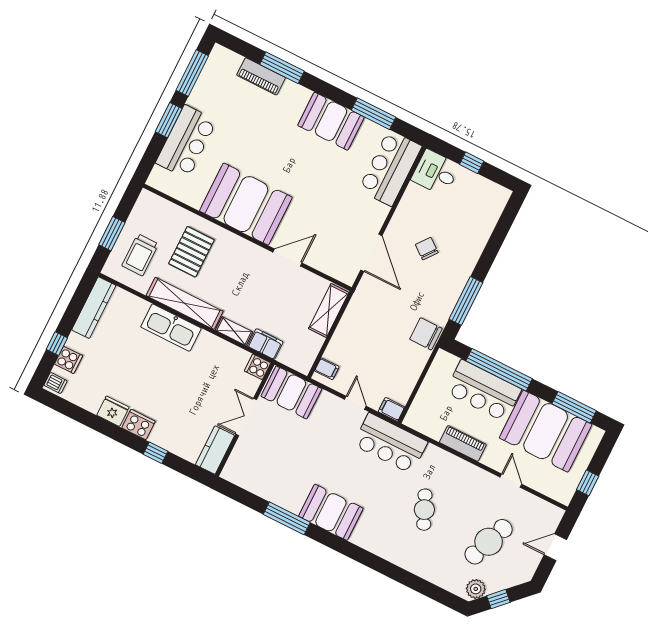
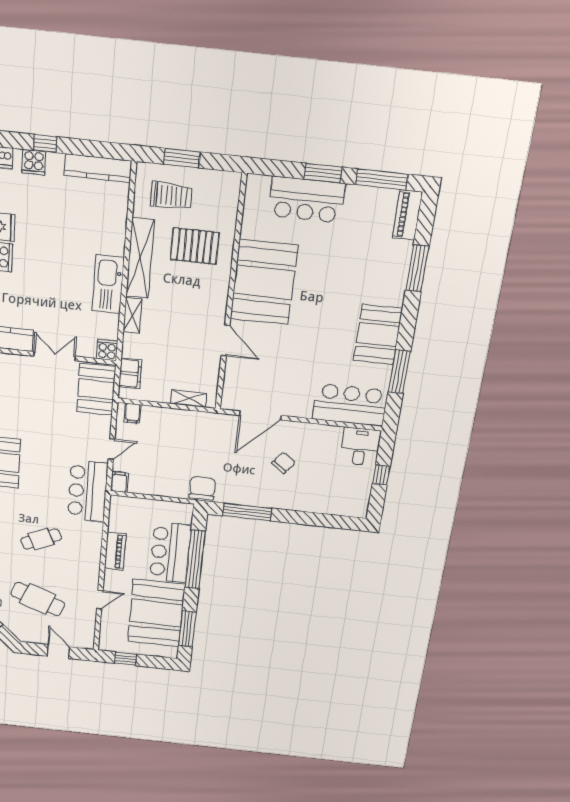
piano: (261, 76) -> (407, 215), moved
trolley: (140, 255) -> (171, 196), turned 180
shelving: (329, 311) -> (189, 398), width x0.67, depth x0.75
kitchen sink: (171, 328) -> (108, 284), moved
filing cabinet: (265, 344) -> (130, 373), moved

